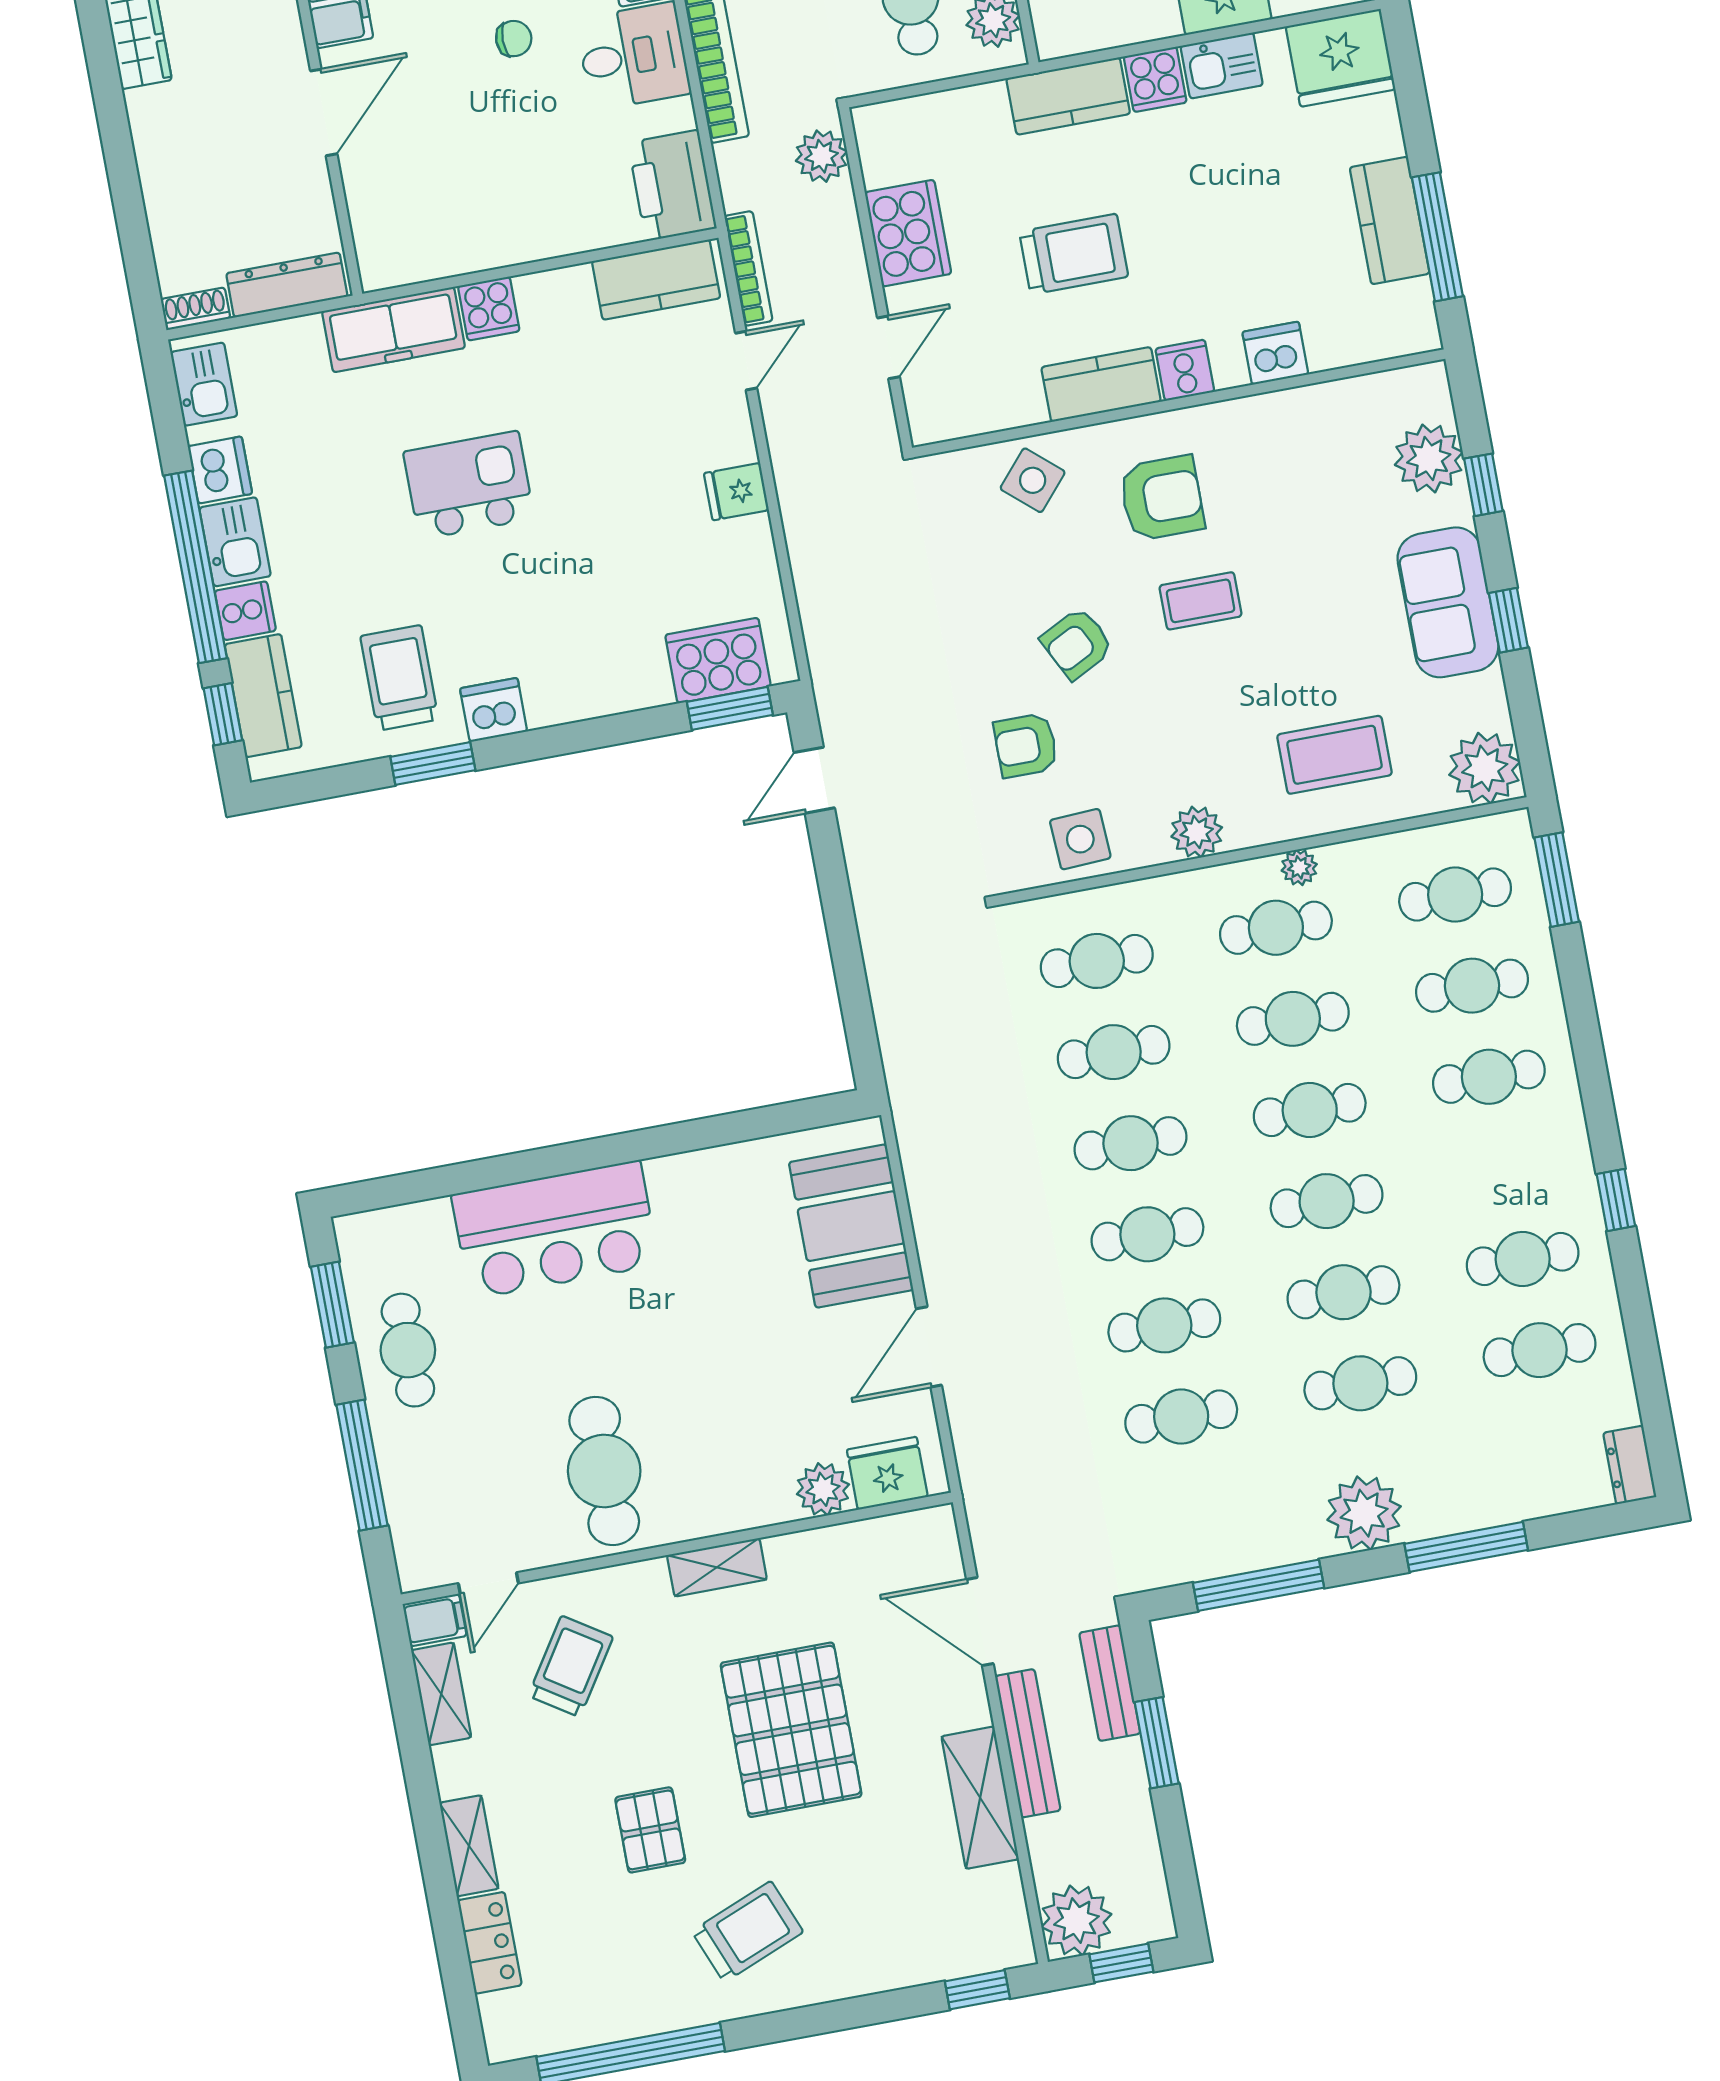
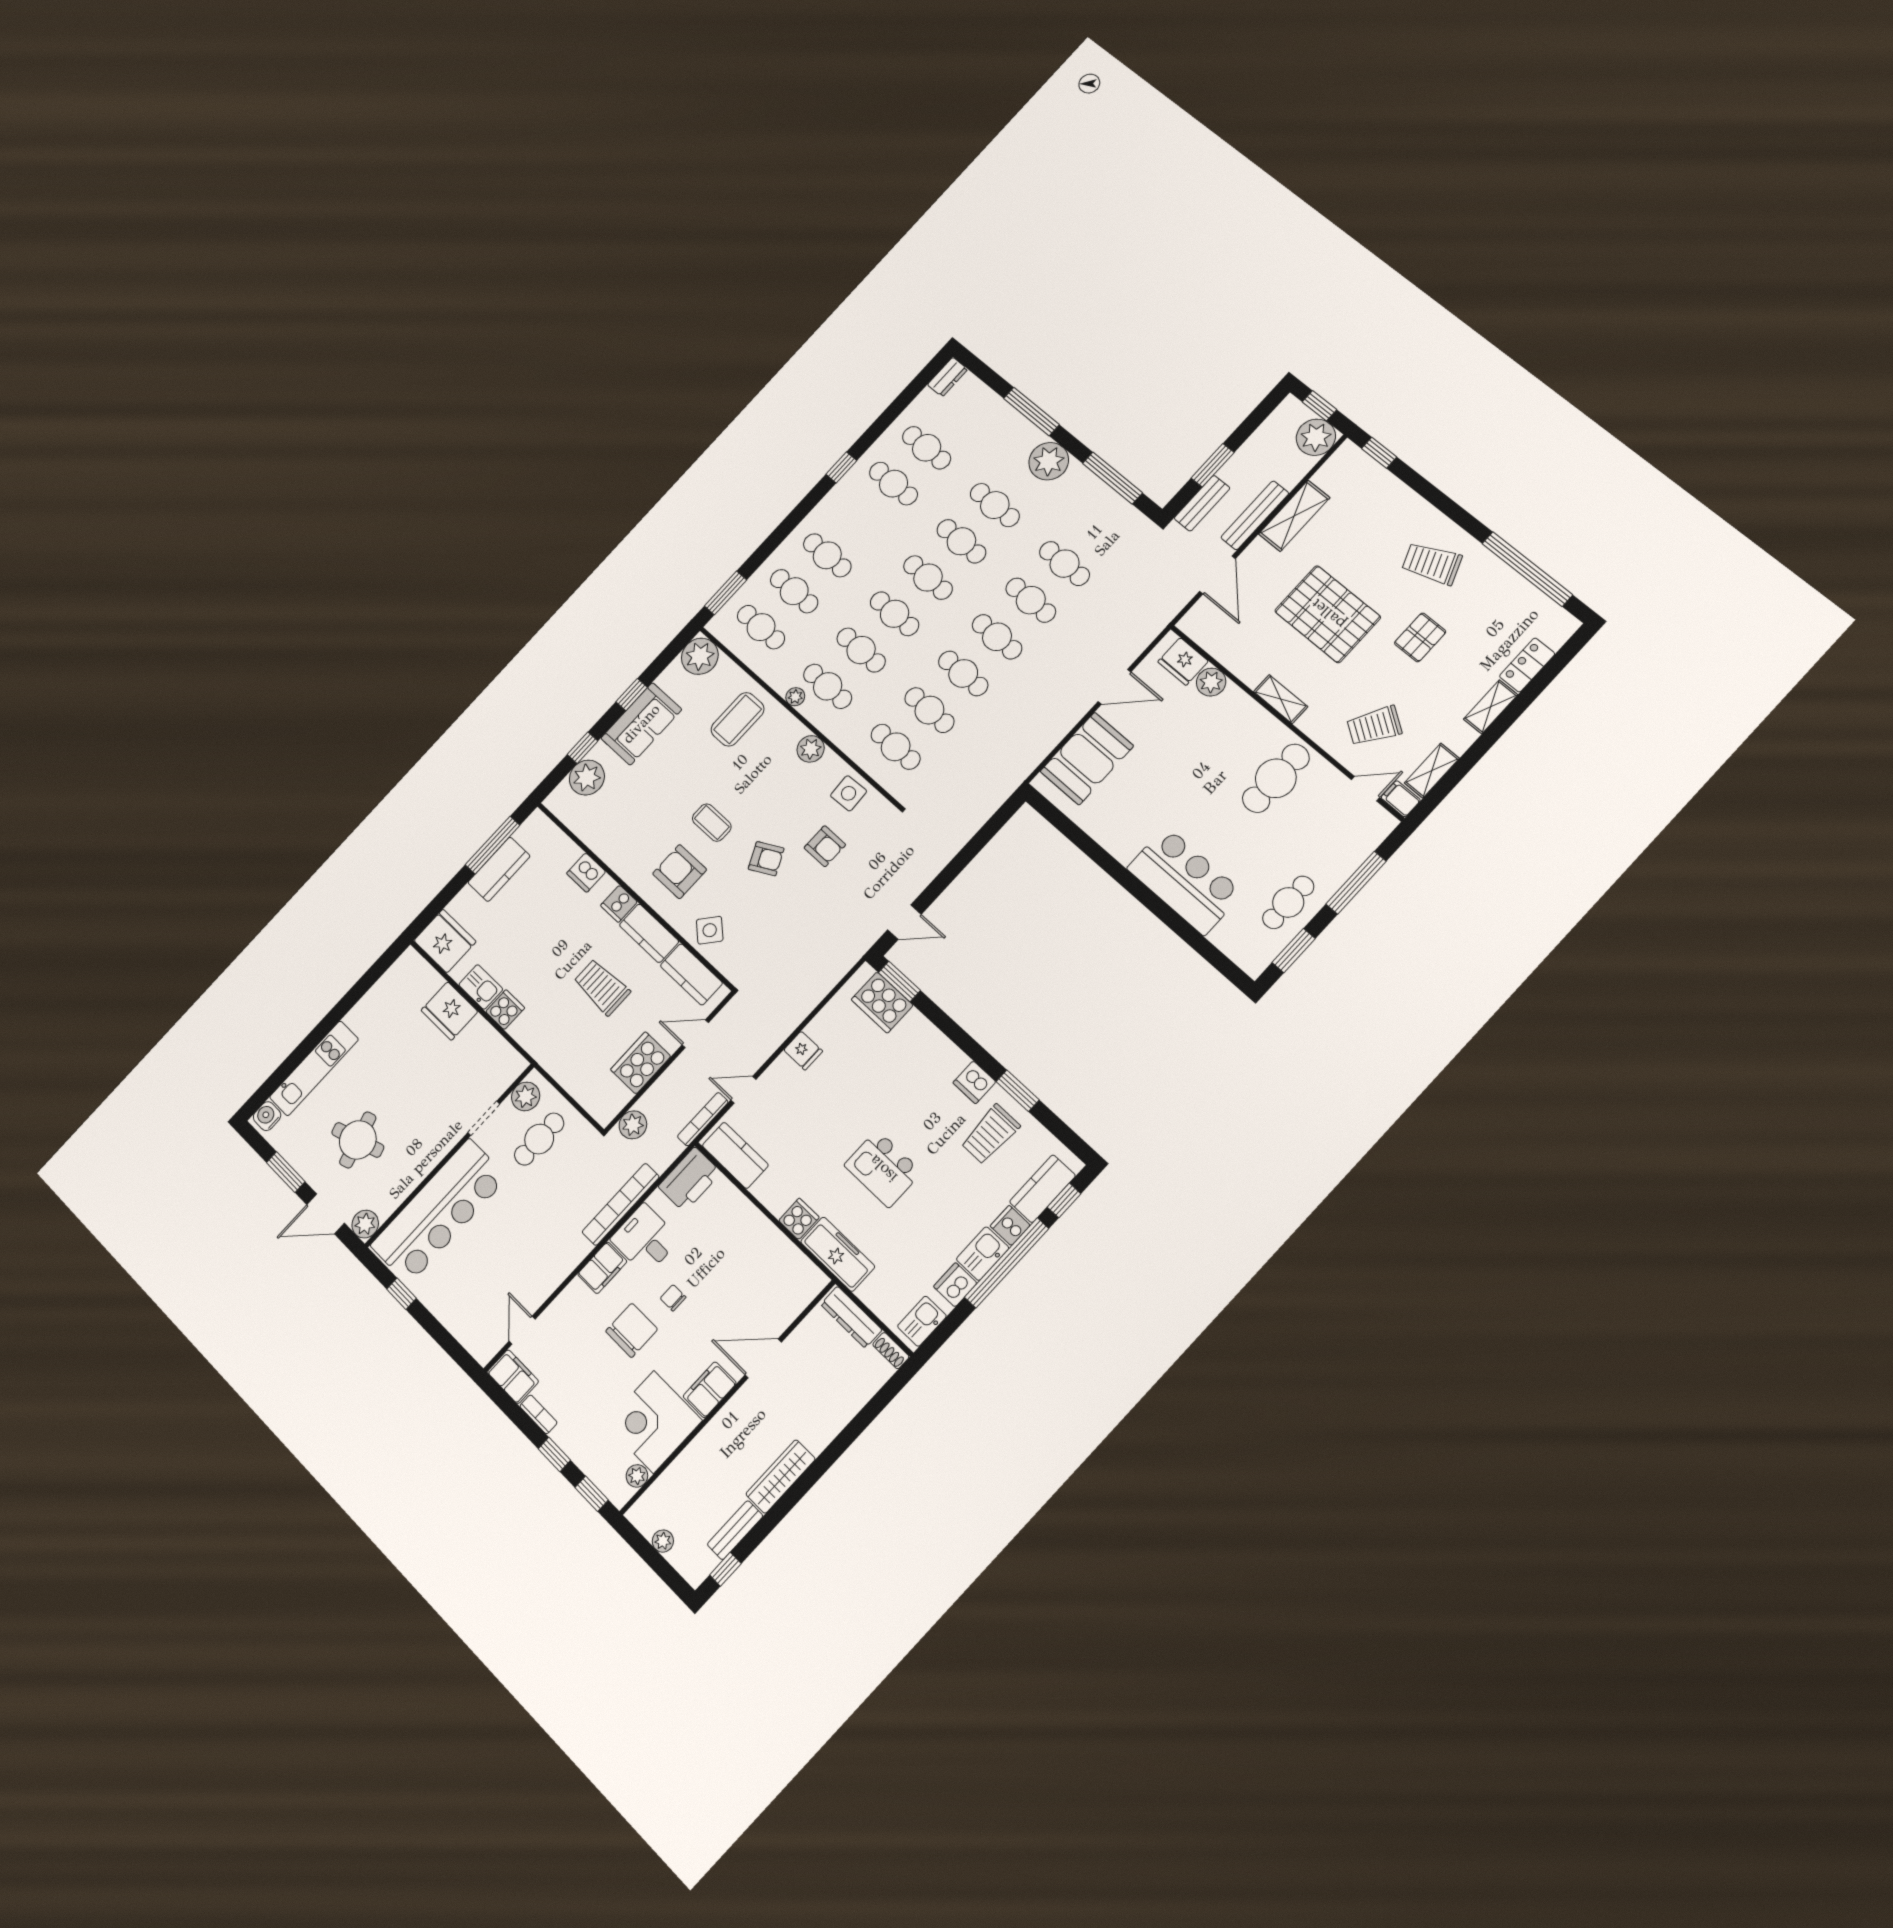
kitchen counter: (1068, 96) -> (691, 974), moved, turned 180
coffee table: (1334, 755) -> (738, 719), turned 90
pallet: (791, 1730) -> (1328, 614), turned 90

